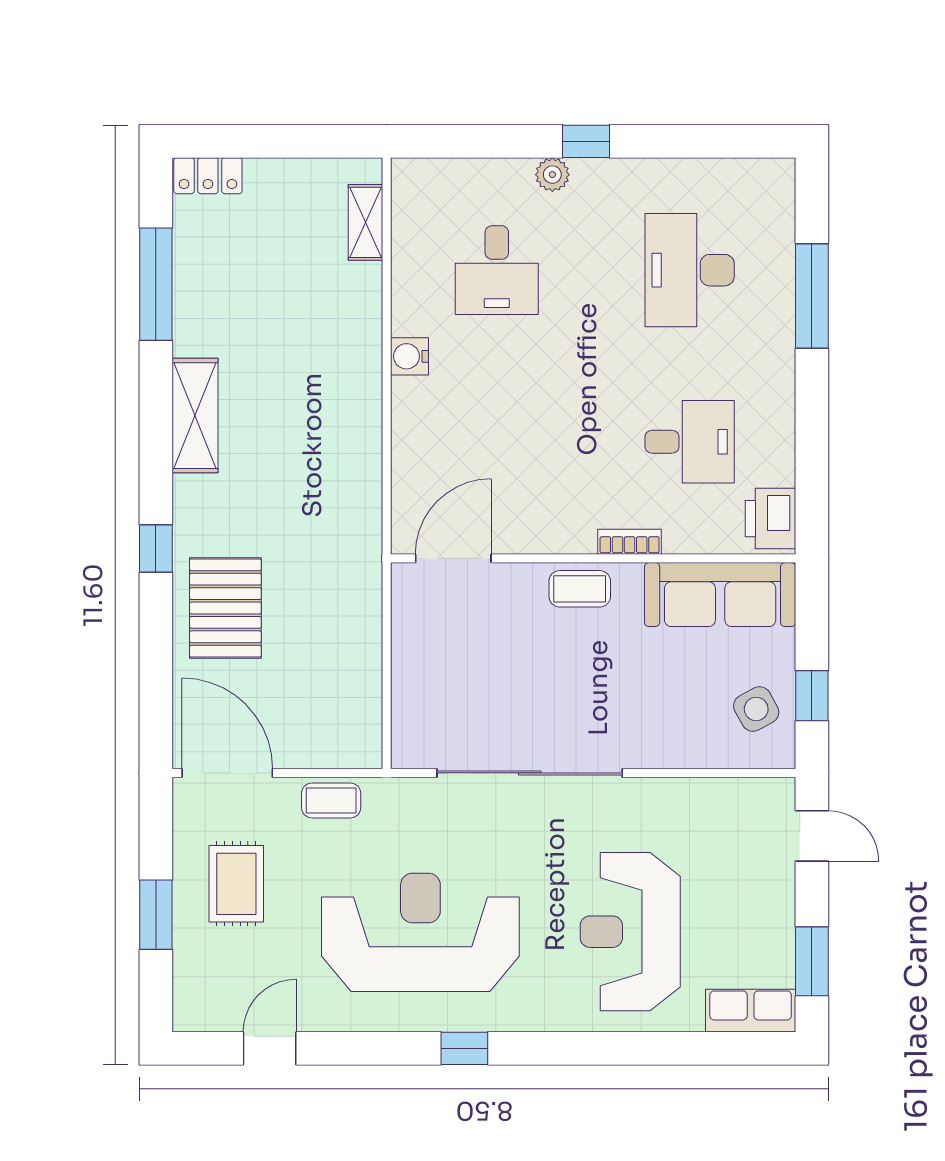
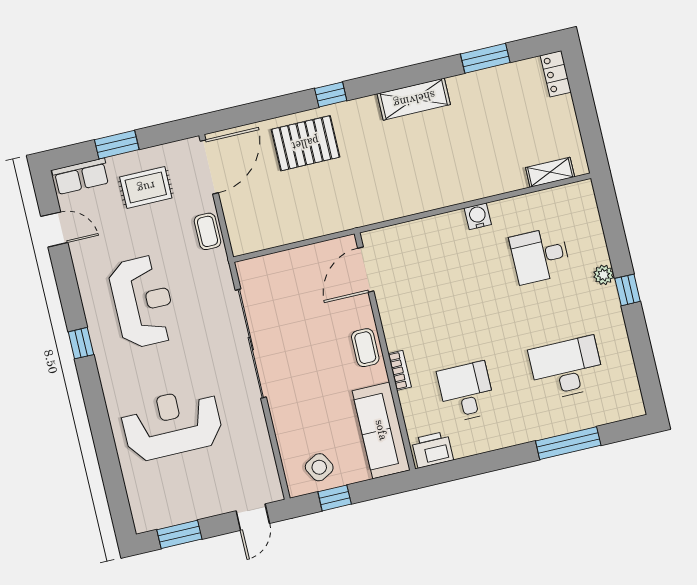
window: (156, 284) -> (485, 58), width x0.69
desk: (690, 442) -> (466, 392), turned 180
door: (453, 558) -> (366, 270), swing flipped
reception desk: (420, 932) -> (143, 302), width x0.74, depth x0.77
row of seats: (751, 1011) -> (81, 176), moved, turned 90

